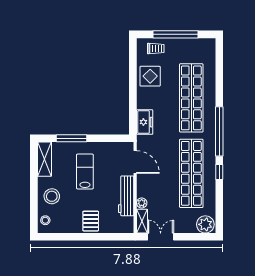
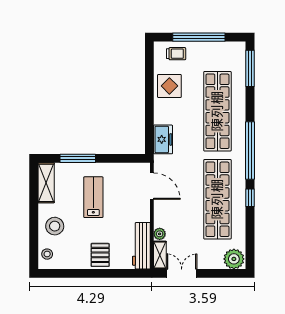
window: (219, 61) -> (250, 68), added
workbench: (126, 196) -> (141, 246), moved

